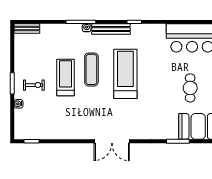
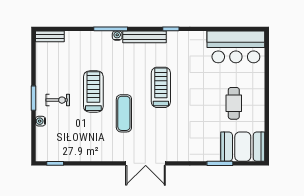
exercise mat: (91, 69) -> (124, 113), moved
treadmill: (125, 74) -> (161, 87), width x0.73, depth x0.73

